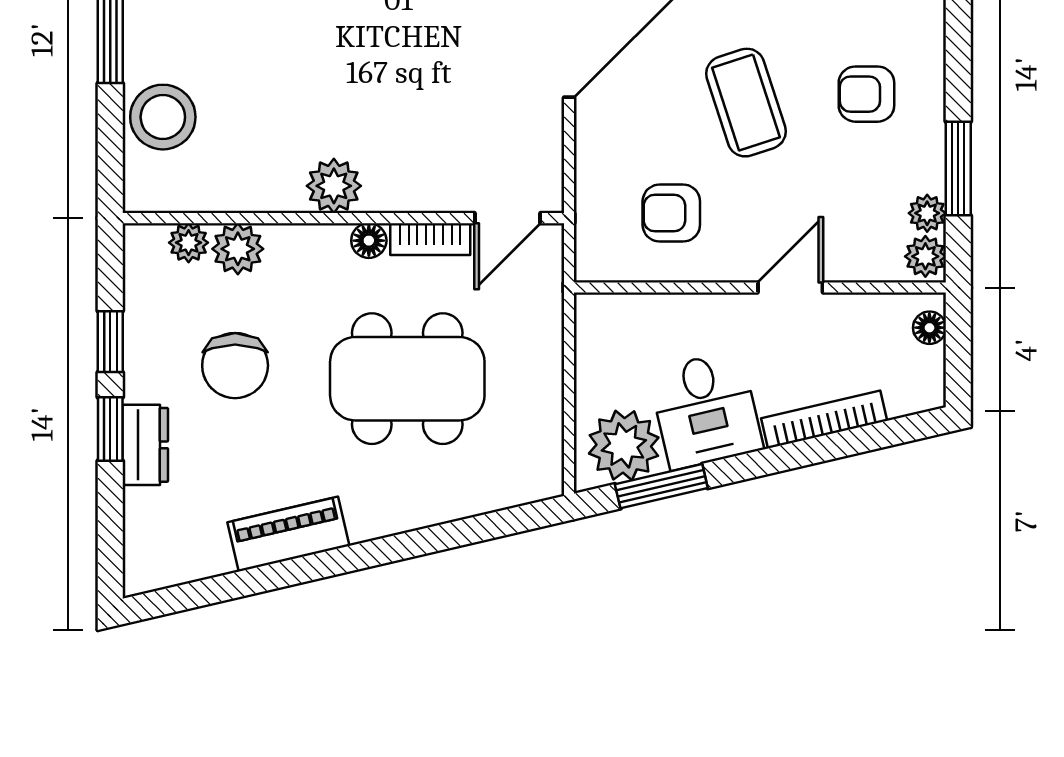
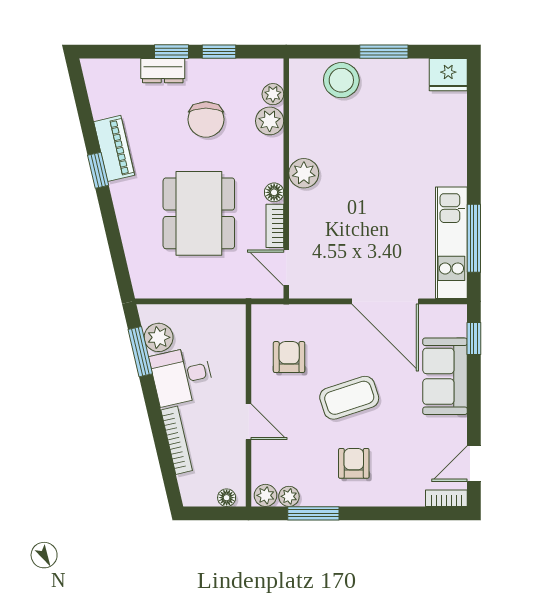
chair: (235, 366) -> (206, 119), turned -90
plant: (624, 445) -> (159, 337), width x0.73, depth x0.73
window: (328, 564) -> (98, 170), added

